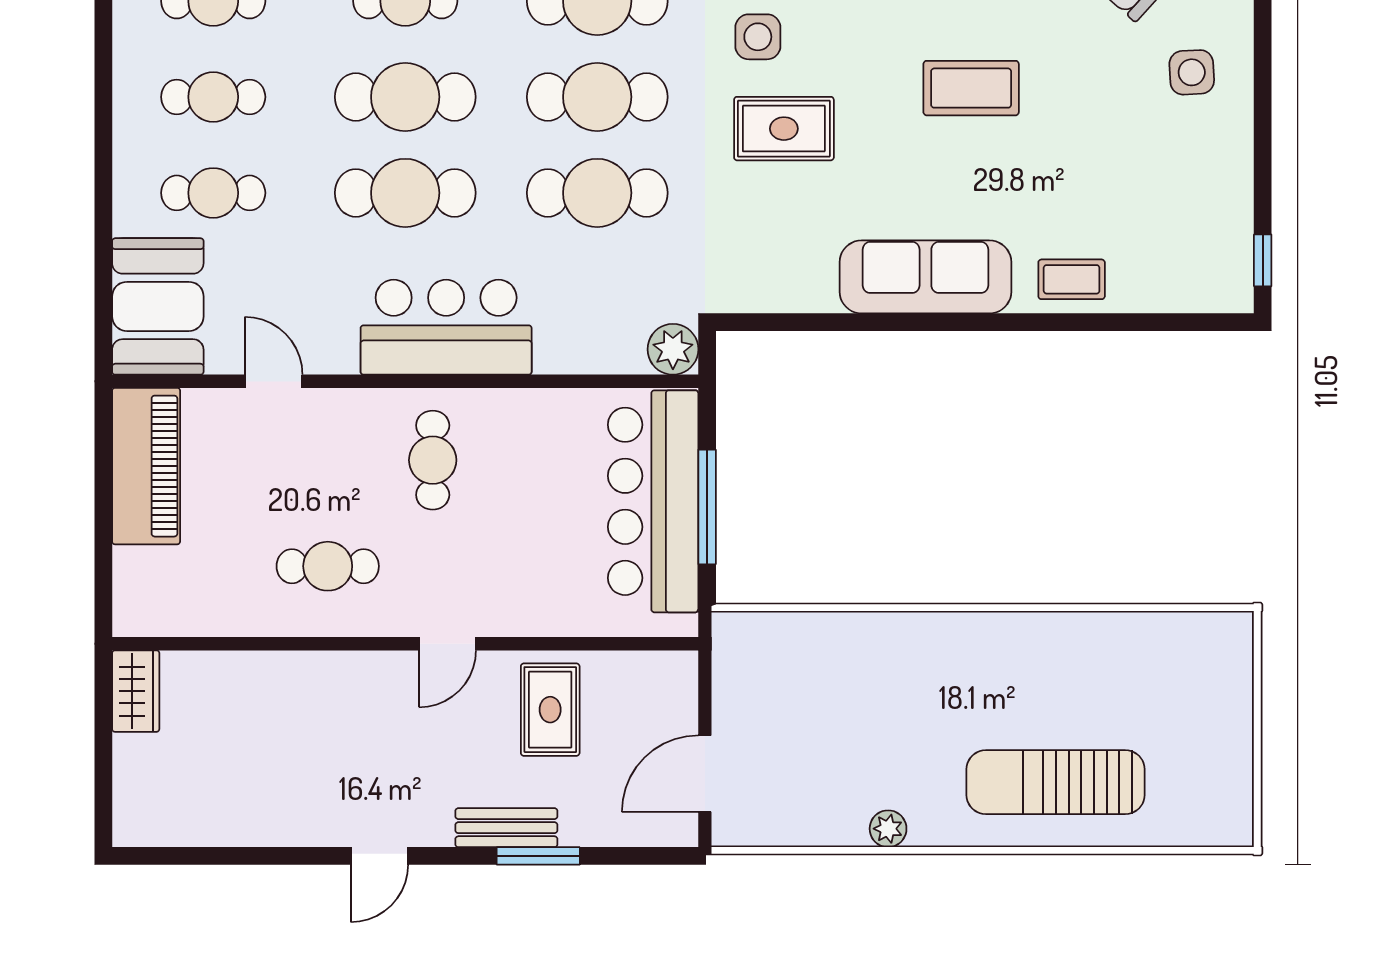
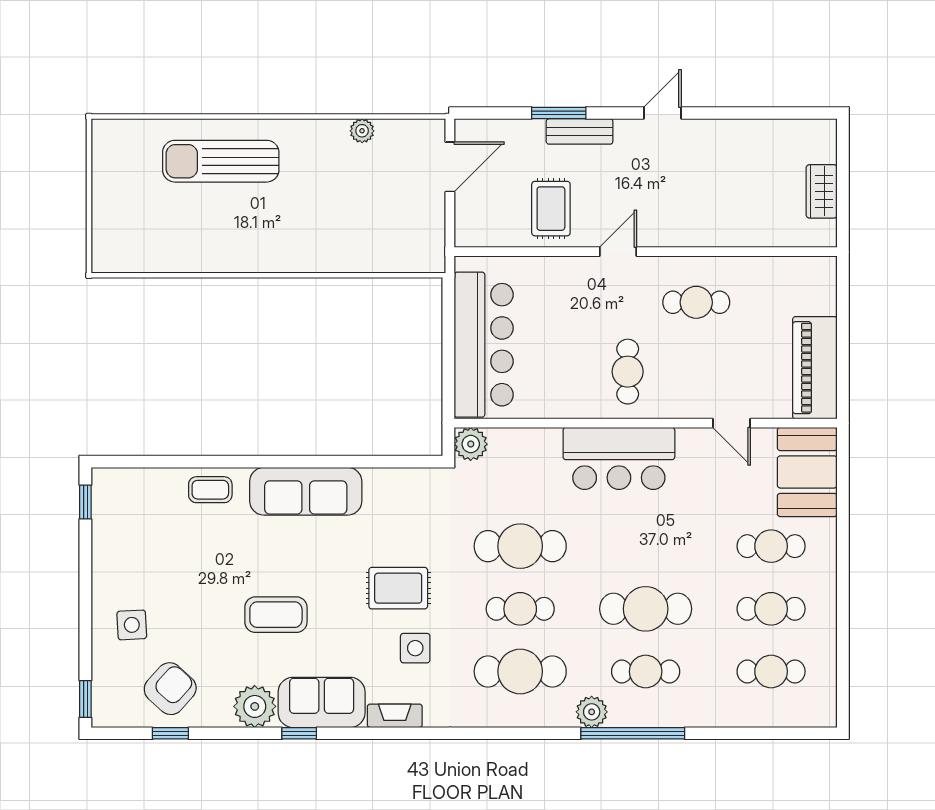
cafe table: (597, 97) -> (520, 609), width x0.73, depth x0.74
cafe table: (405, 193) -> (646, 546), removed
window: (707, 507) -> (448, 341), removed
wardrobe: (136, 691) -> (822, 191), moved
sun lounger: (1056, 782) -> (221, 161), turned 180
plant: (888, 829) -> (362, 131), moved

